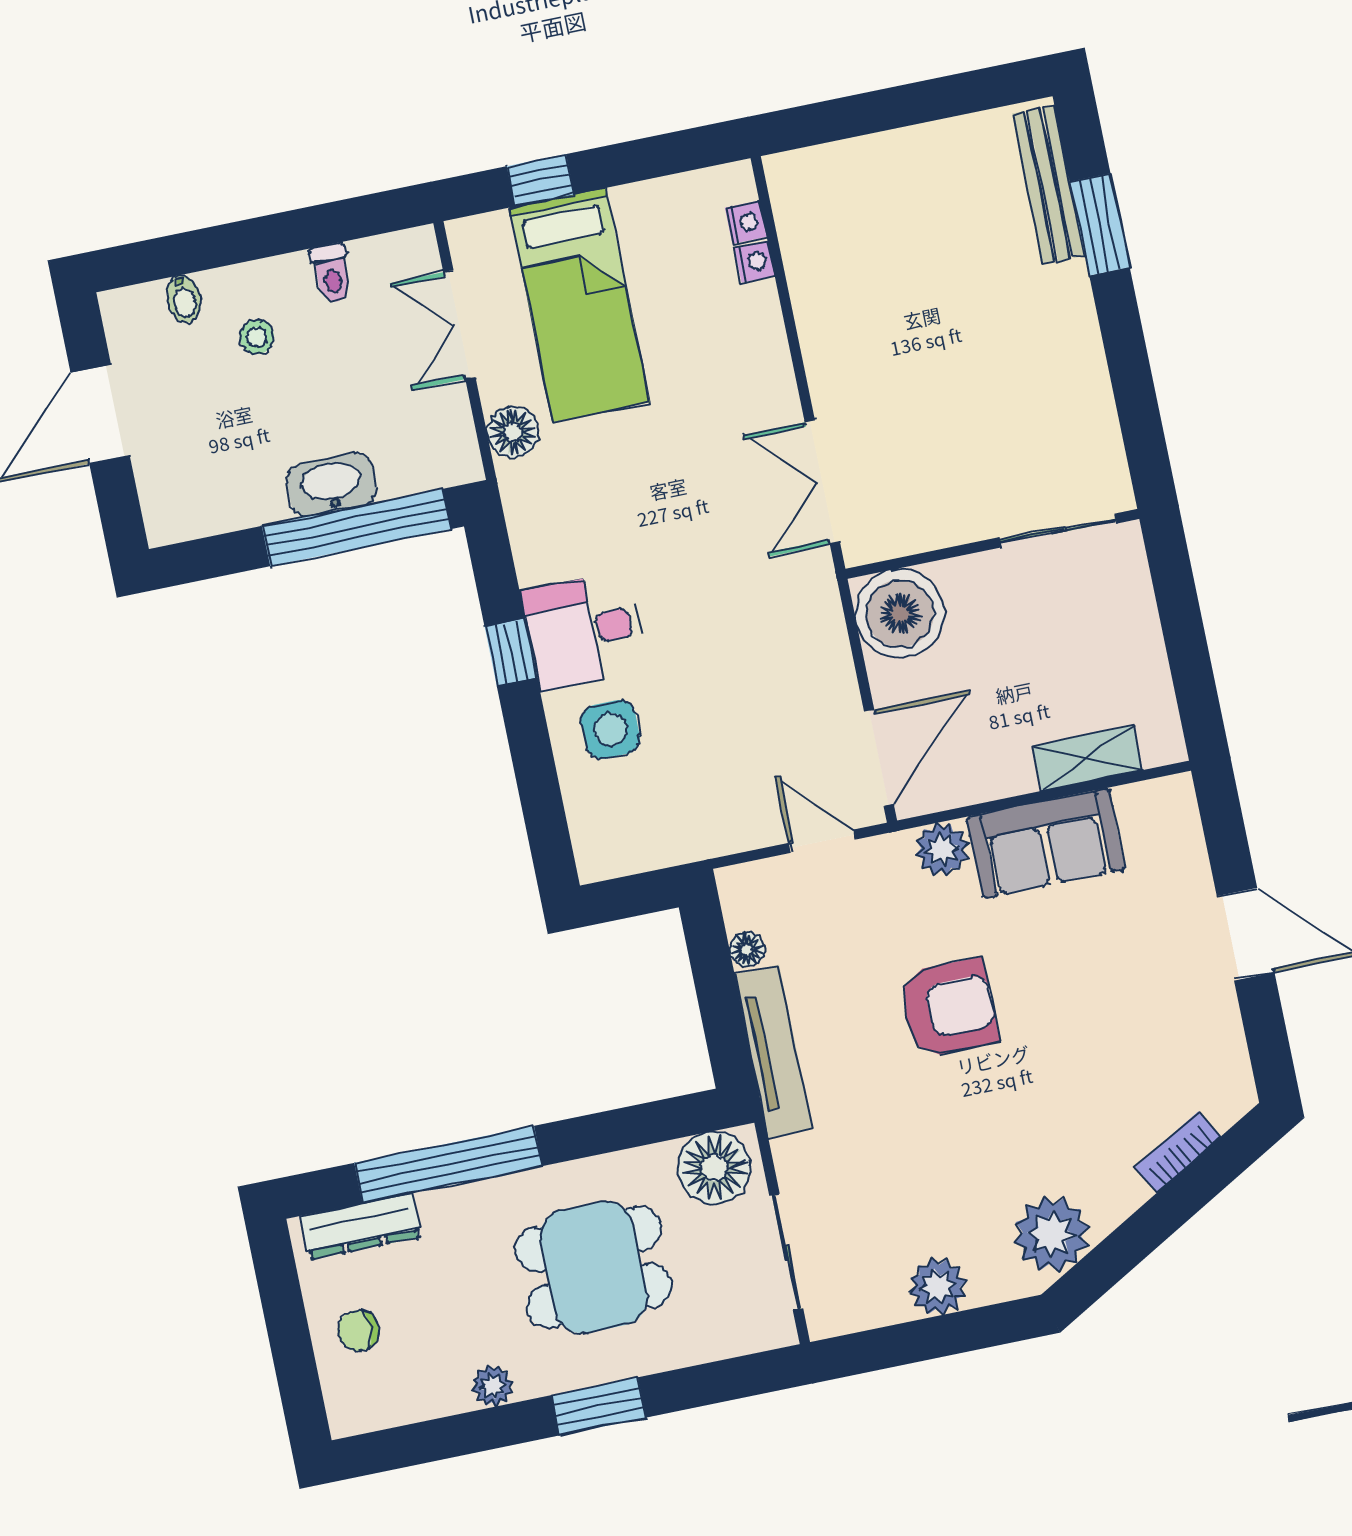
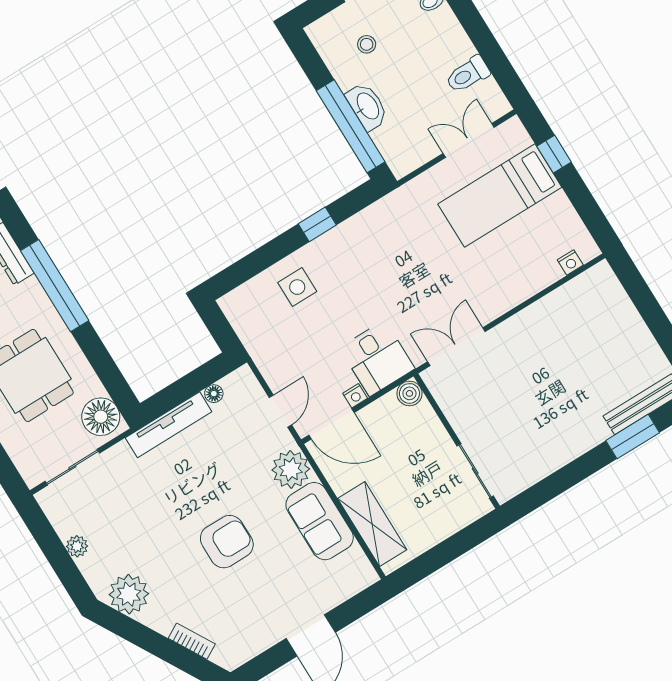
nightstand: (755, 262) -> (355, 396), moved
toilet: (332, 273) -> (468, 74), width x1.37, depth x1.39
stool: (257, 337) -> (367, 44), moved
floor lamp: (513, 432) -> (425, 186), removed
boiler: (900, 614) -> (409, 393), width x0.54, depth x0.54
desk: (584, 631) -> (377, 358), moved, turned 180
shelving: (1087, 758) -> (372, 524), width x1.50, depth x1.33
plant: (942, 849) -> (291, 469), width x1.36, depth x1.36
armchair: (948, 1008) -> (227, 542), moved, turned -90
plant: (938, 1287) -> (77, 546), width x0.73, depth x0.73

